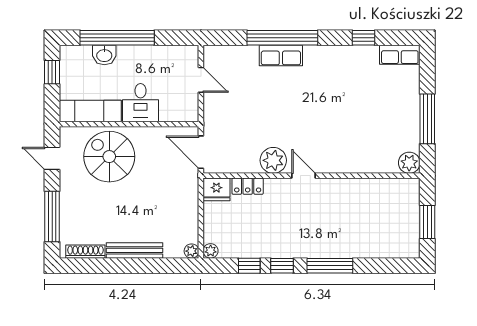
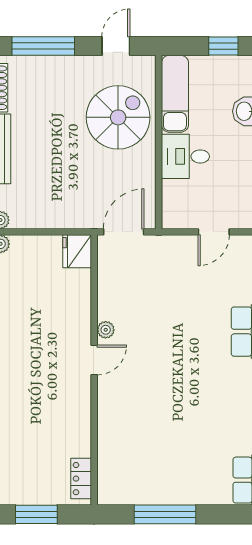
plant: (273, 160) -> (106, 330), width x0.53, depth x0.53
plant: (409, 163) -> (110, 492), removed
locker: (248, 186) -> (81, 479), moved

